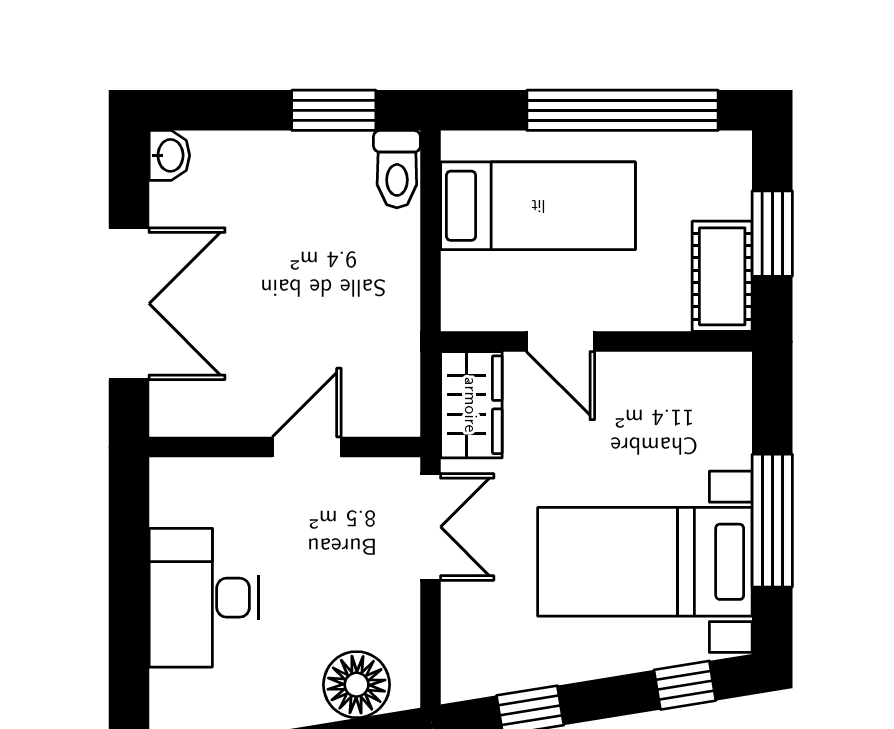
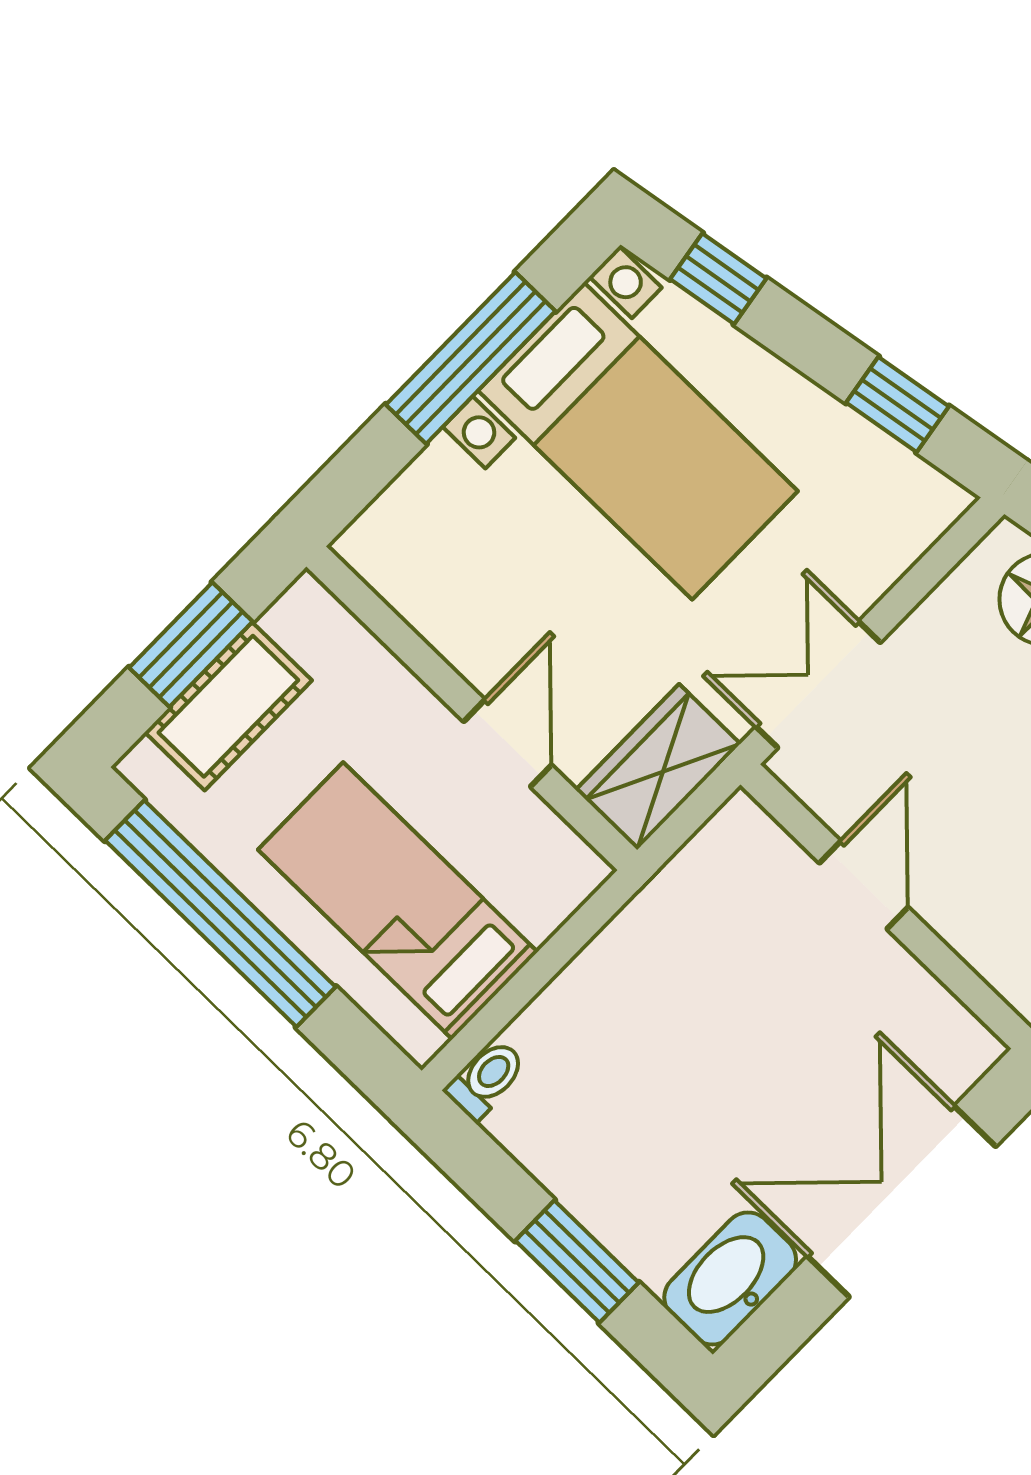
window: (334, 110) -> (577, 1262), moved
washbasin: (169, 155) -> (730, 1279), width x1.91, depth x1.45
toilet: (397, 169) -> (486, 1079), width x0.73, depth x0.72
cot: (722, 276) -> (228, 706), moved
door: (307, 447) -> (864, 885), swing flipped

